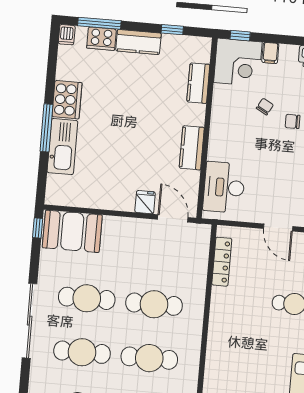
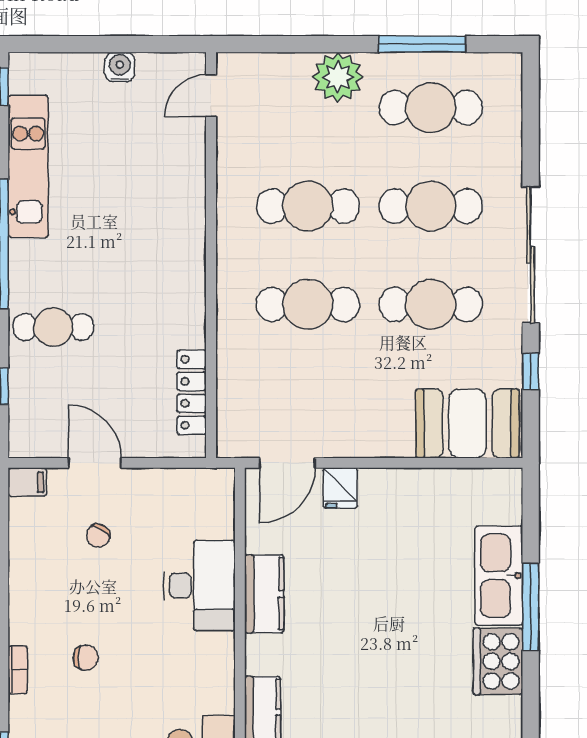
chair: (265, 107) -> (98, 536), moved
desk: (224, 187) -> (199, 585), moved
door: (173, 218) -> (287, 463), hinge flipped
window: (38, 228) -> (531, 371), moved

